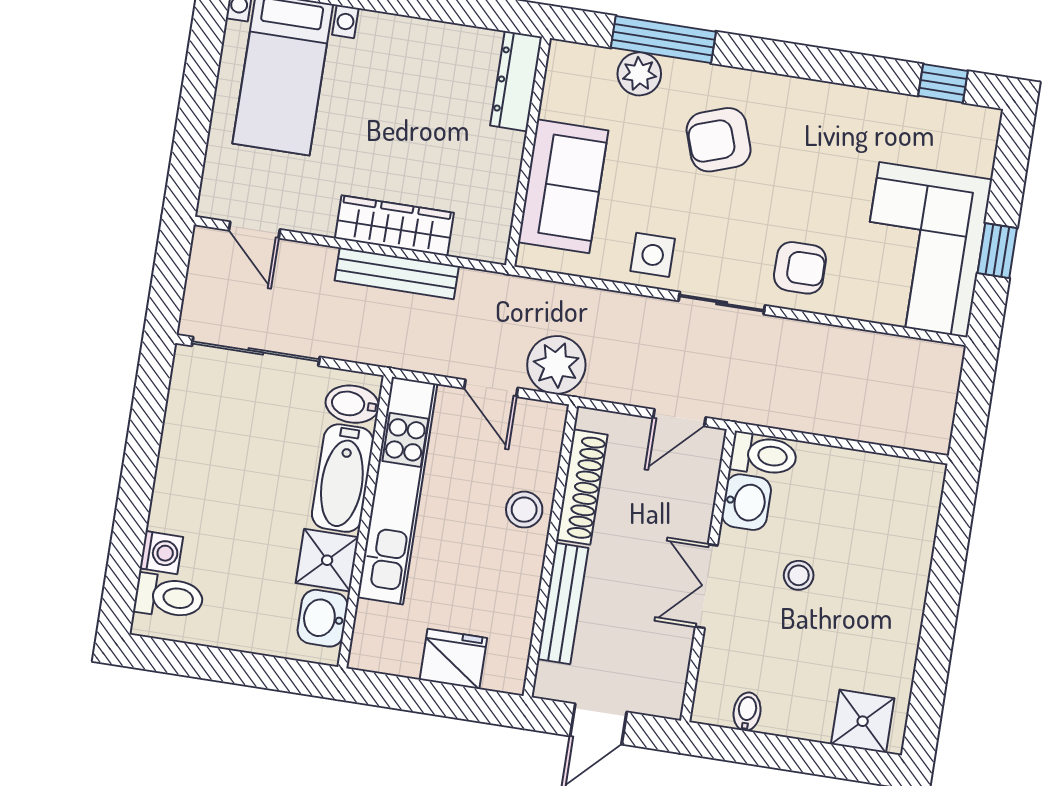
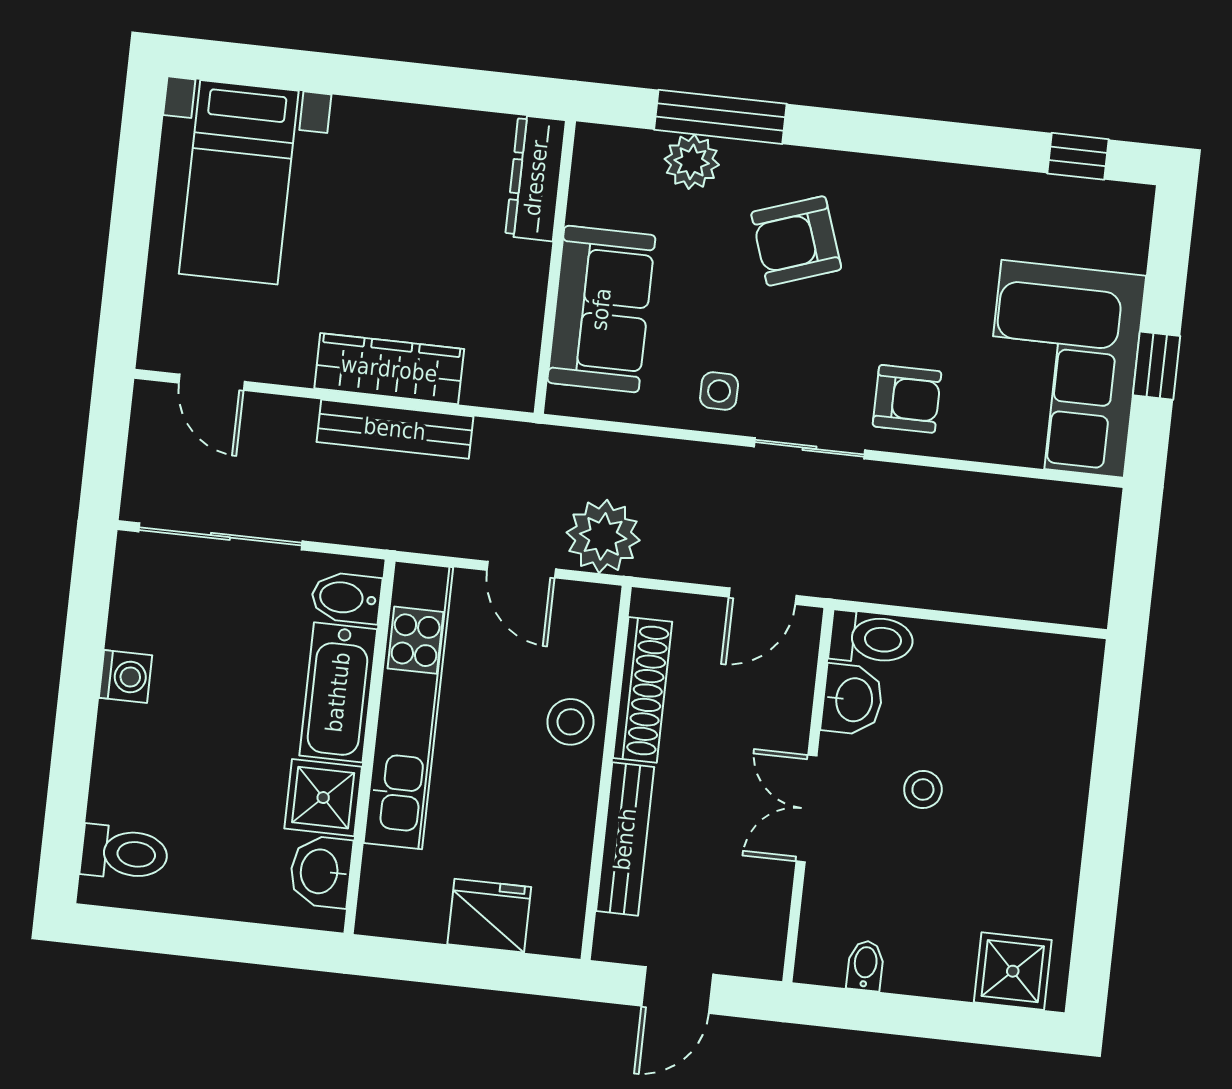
side table: (653, 255) -> (719, 391), width x0.73, depth x0.73
washing machine: (161, 553) -> (126, 676), moved

